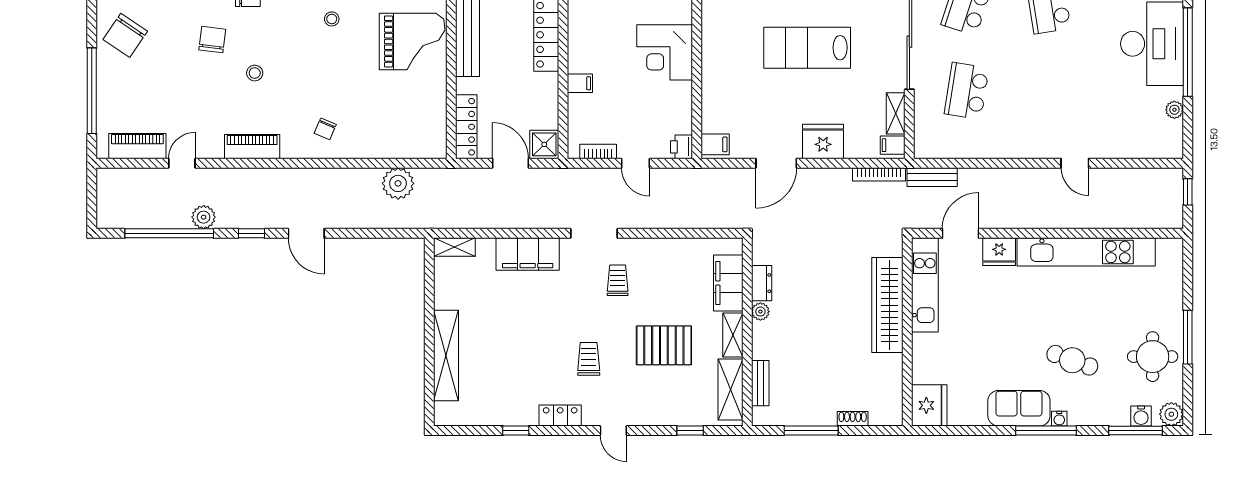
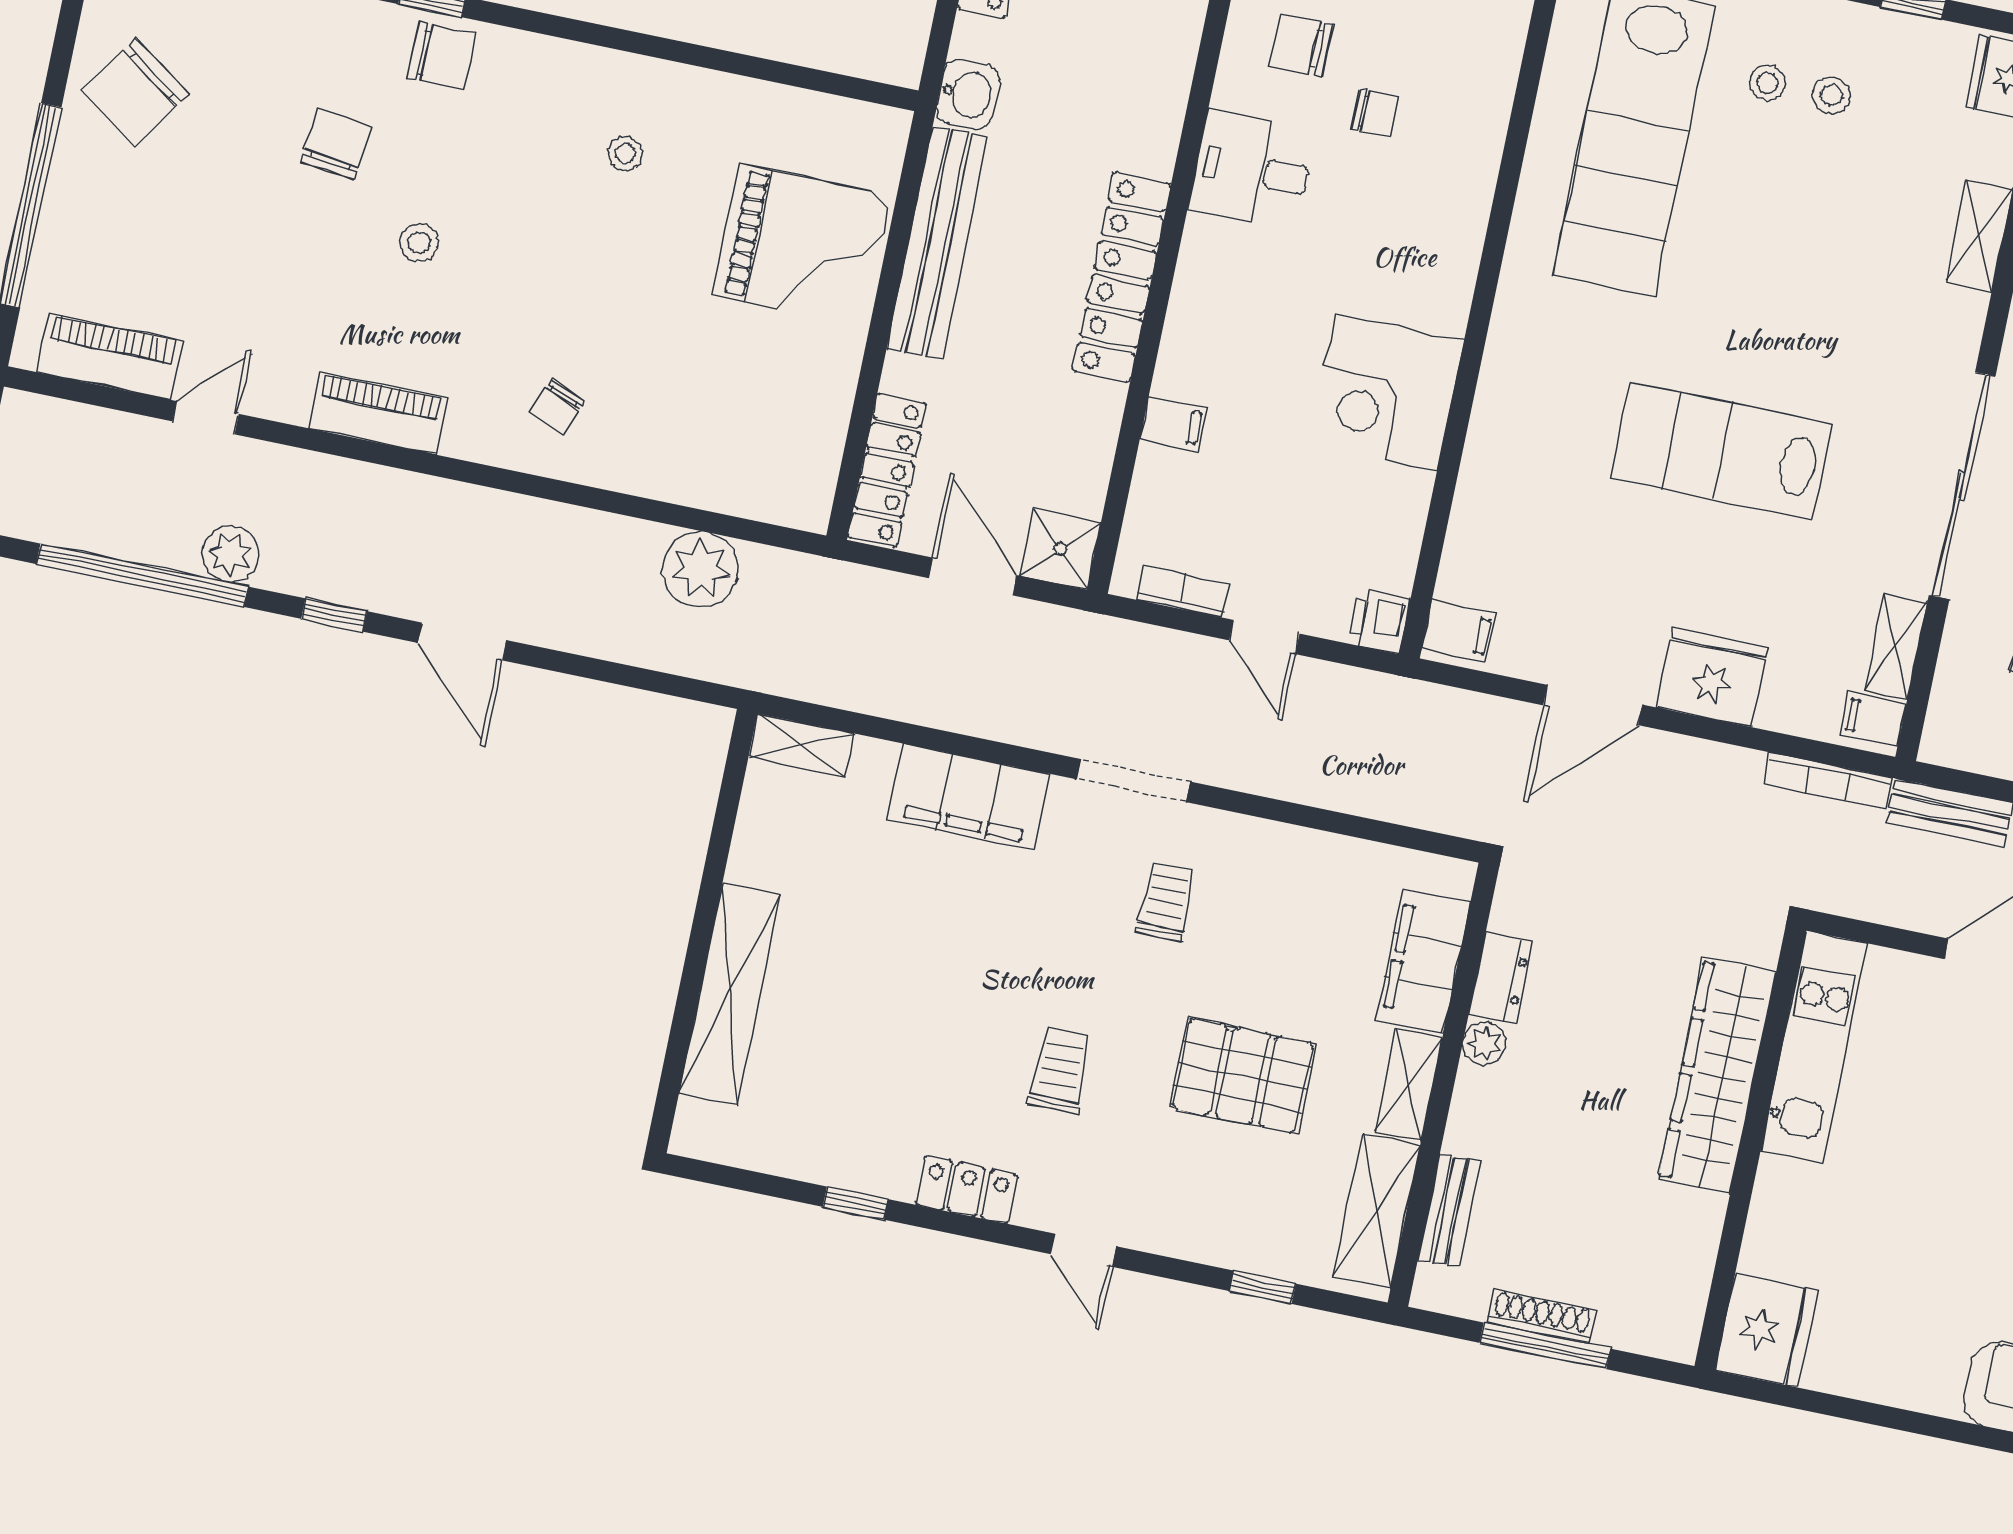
kitchen unit: (925, 285) -> (1814, 1047), moved
wardrobe: (887, 305) -> (1717, 1076), moved
wall: (907, 332) -> (1750, 1148), moved
fridge: (929, 405) -> (1766, 1330), moved
shoe rack: (853, 419) -> (1542, 1316), moved, width x1.43

